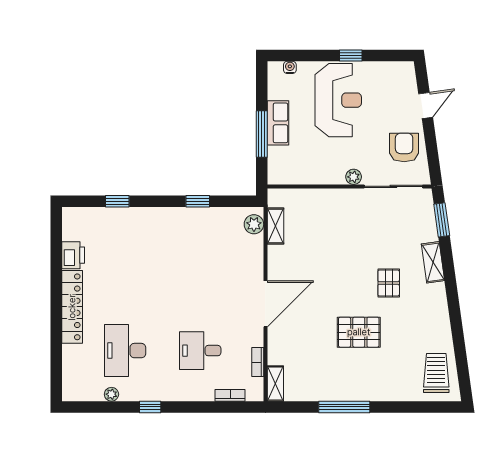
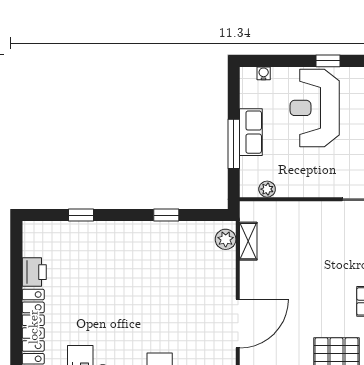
reception desk: (338, 100) -> (315, 108), turned 180
plant: (354, 177) -> (267, 189), moved

